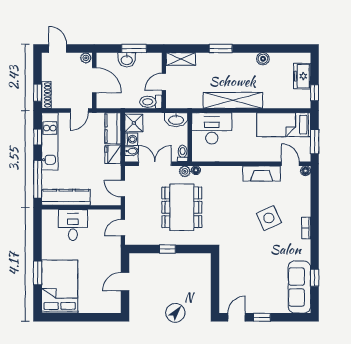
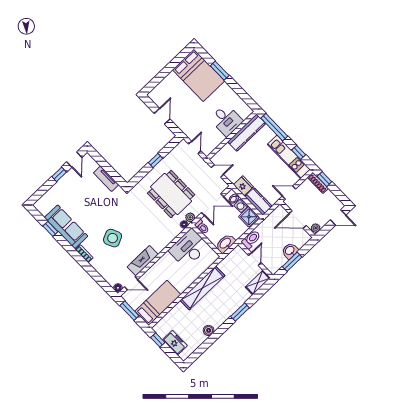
door: (79, 111) -> (289, 193), hinge flipped
desk: (212, 128) -> (189, 248), moved, turned 180
tv unit: (225, 274) -> (106, 179), added
sofa: (299, 287) -> (66, 227), moved

